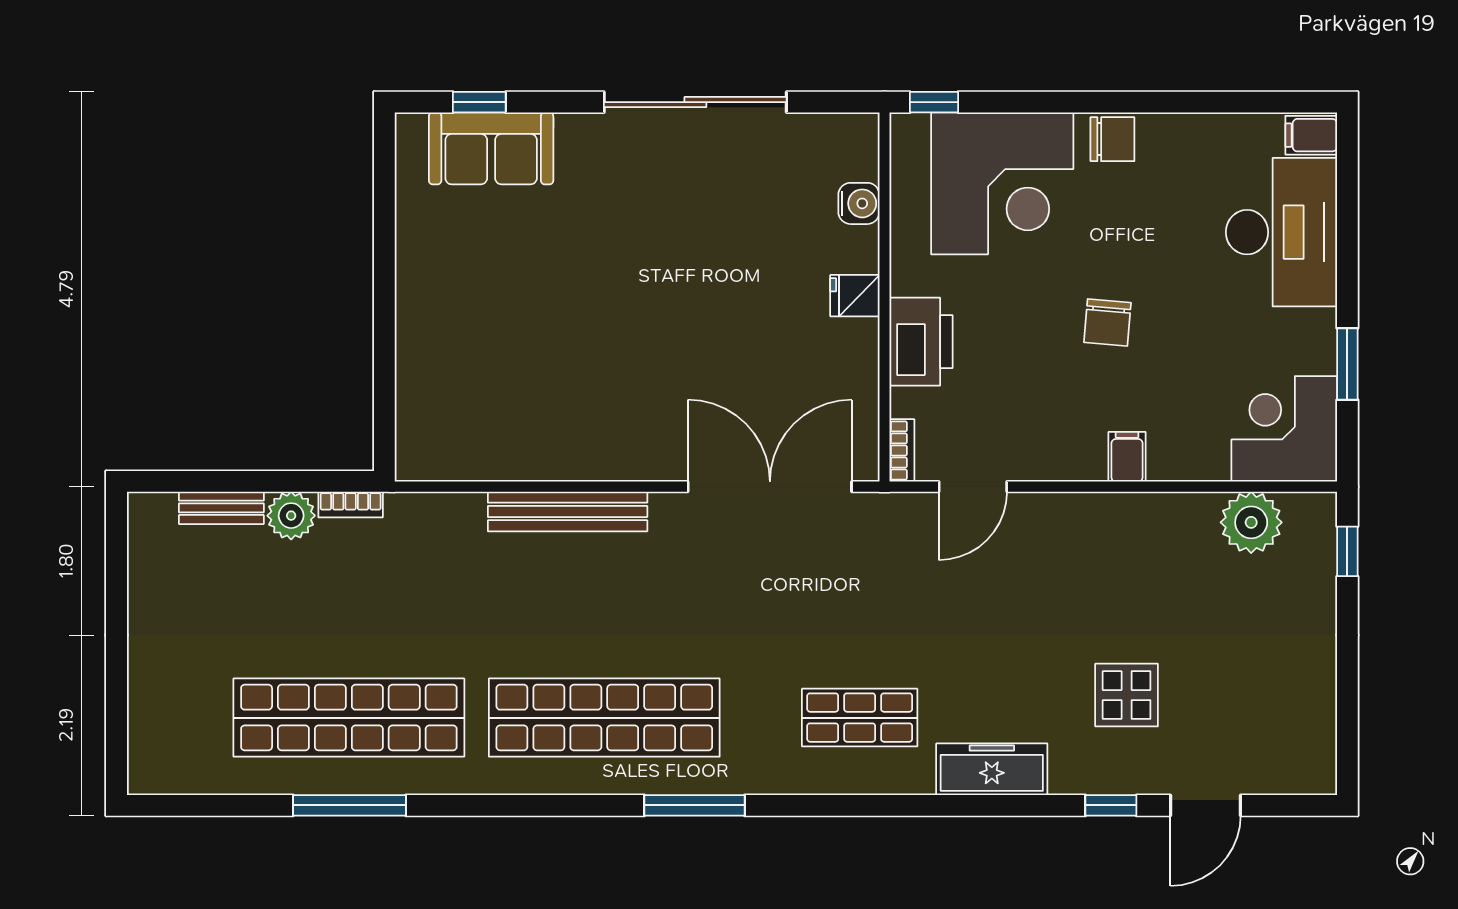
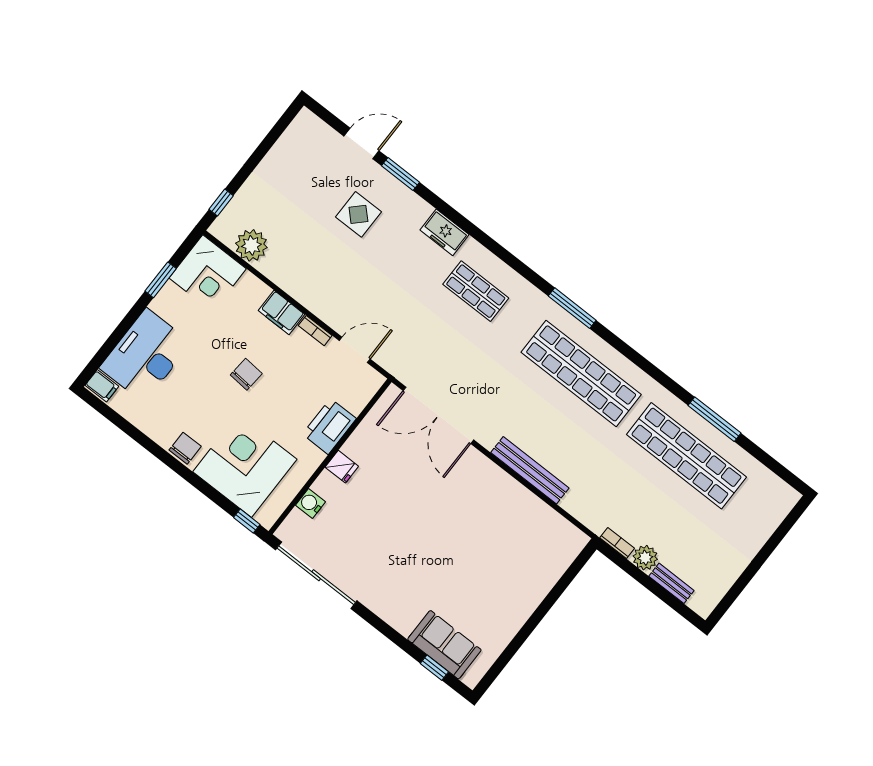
sliding door: (695, 102) -> (316, 575), moved
chair: (1112, 139) -> (185, 448), turned 90
bookcase: (902, 450) -> (315, 331), moved, turned -90
filing cabinet: (1127, 457) -> (282, 312), width x2.00
freezer: (992, 769) -> (444, 232), width x0.71
window: (1111, 805) -> (400, 174), width x1.50

